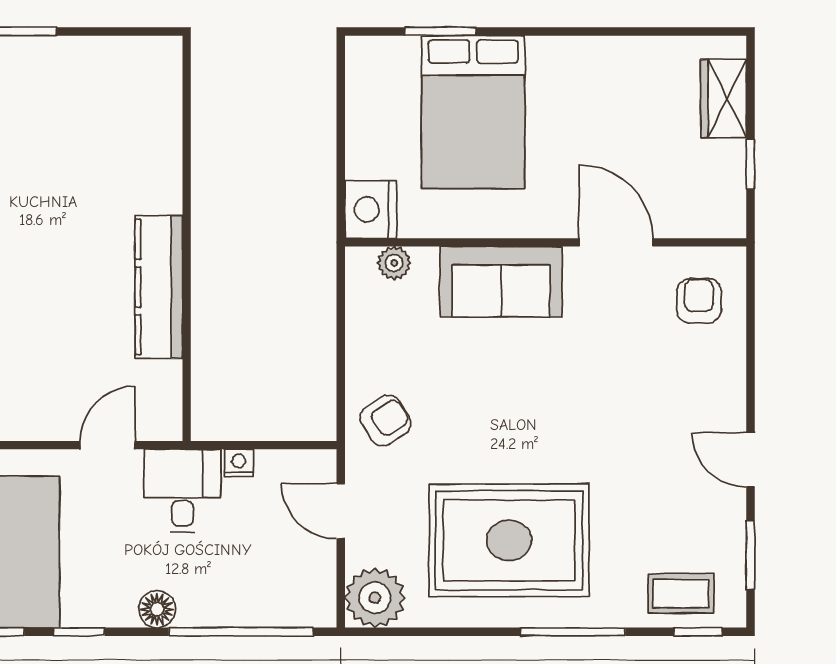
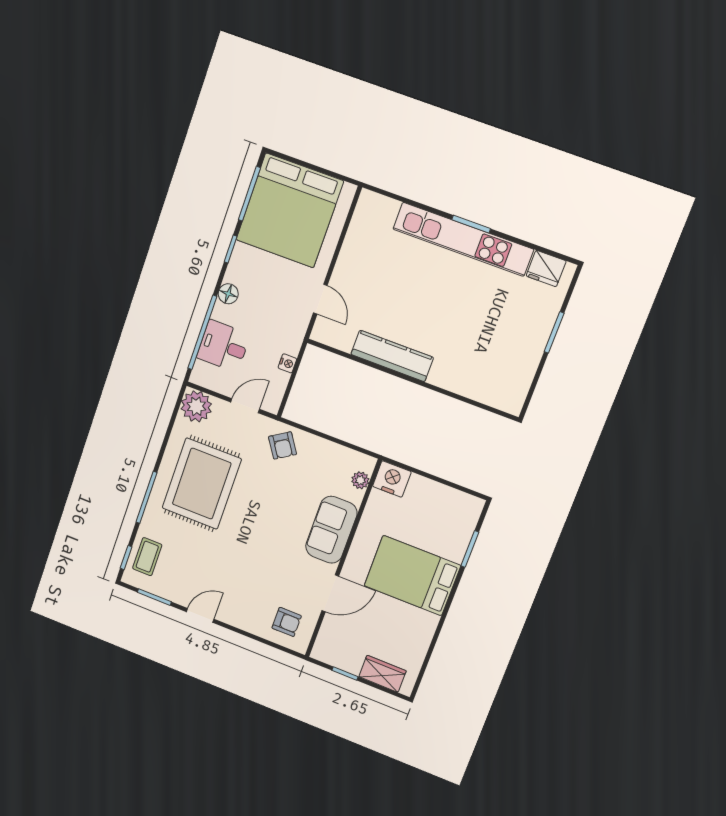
bed: (473, 112) -> (412, 576), moved
desk: (182, 491) -> (223, 346), moved, turned 180

